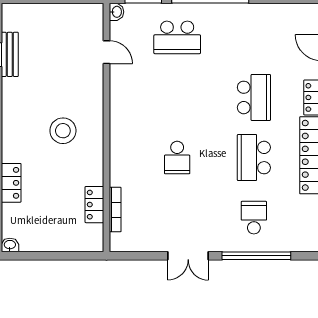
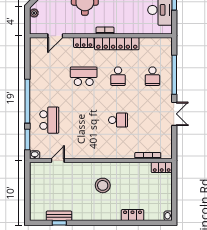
school desk: (254, 158) -> (118, 76), width x0.54
locker: (94, 205) -> (162, 167), moved
school desk: (254, 218) -> (152, 76), turned -90

